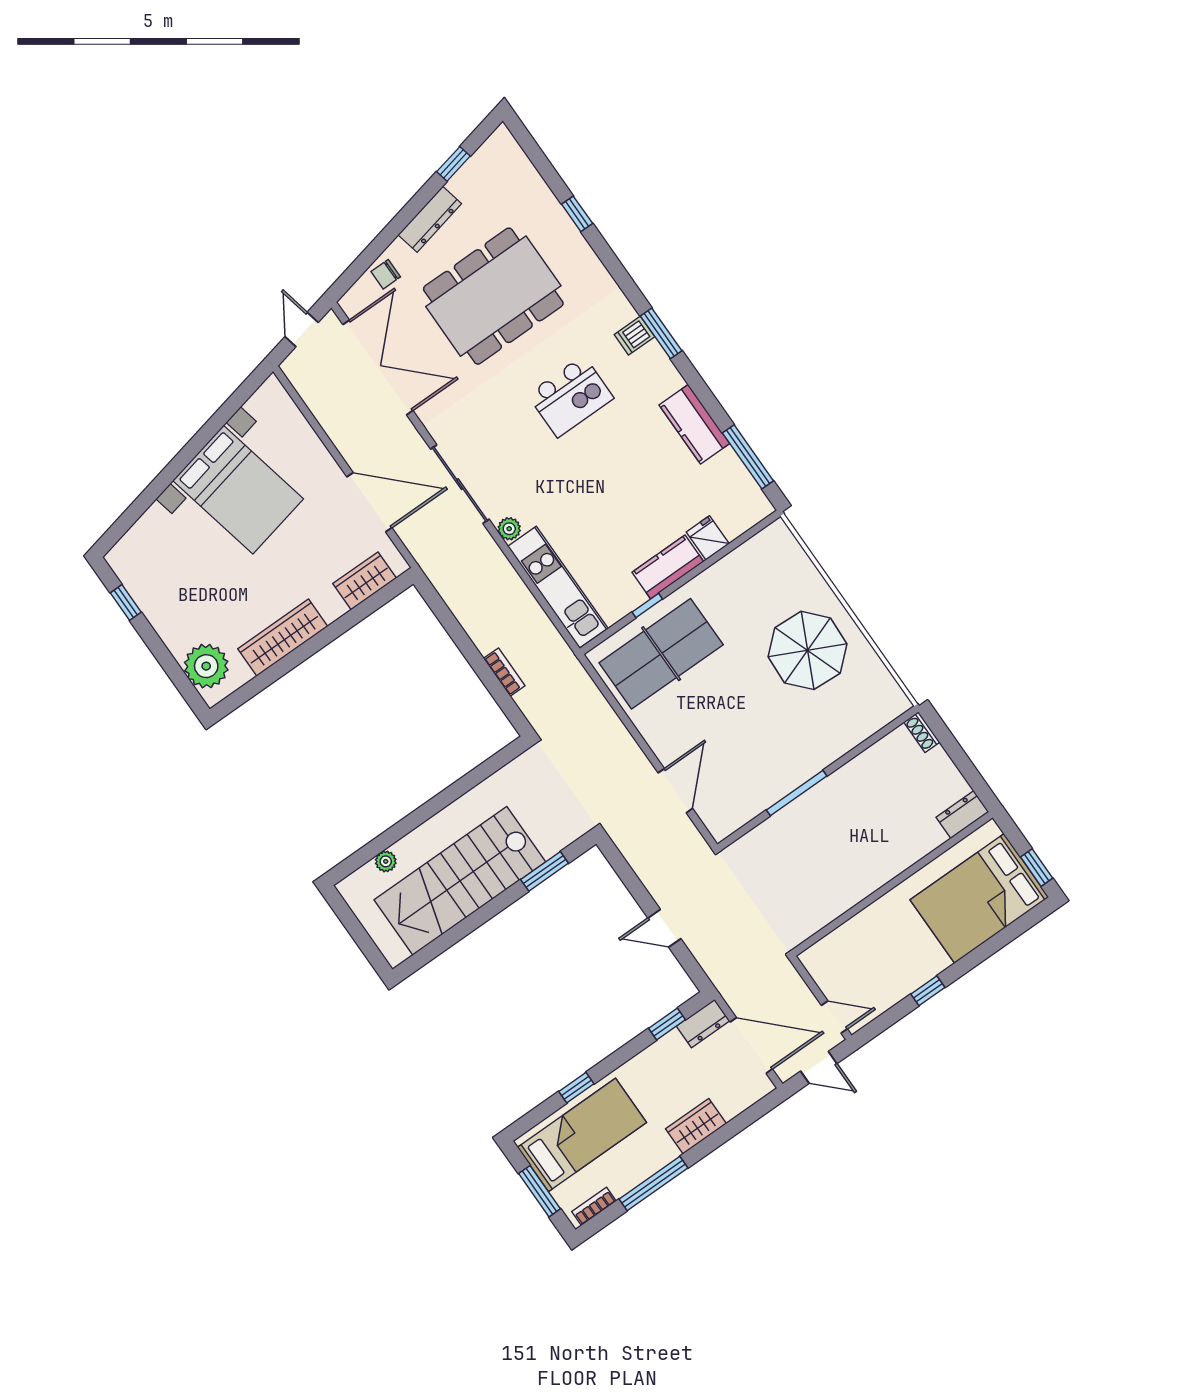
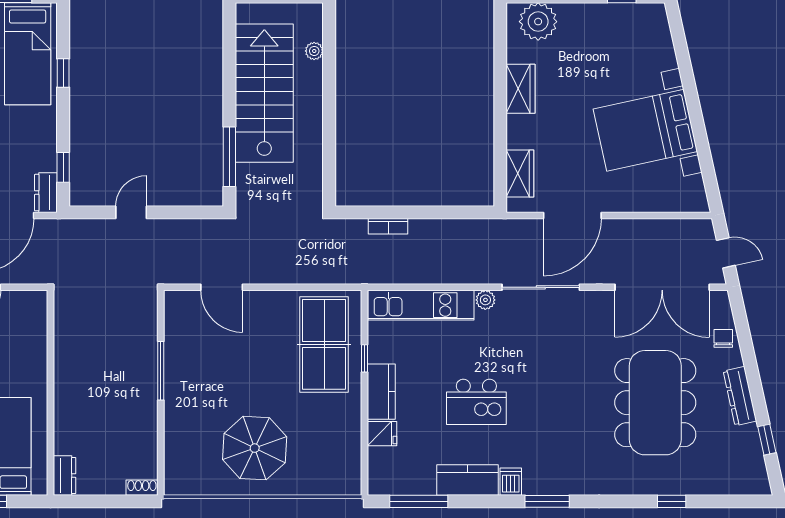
dishwasher: (634, 336) -> (511, 482), moved
kitchen island: (570, 396) -> (476, 402), moved, turned -90
wardrobe: (283, 638) -> (521, 89), width x0.67
window: (545, 871) -> (229, 157), width x1.44

